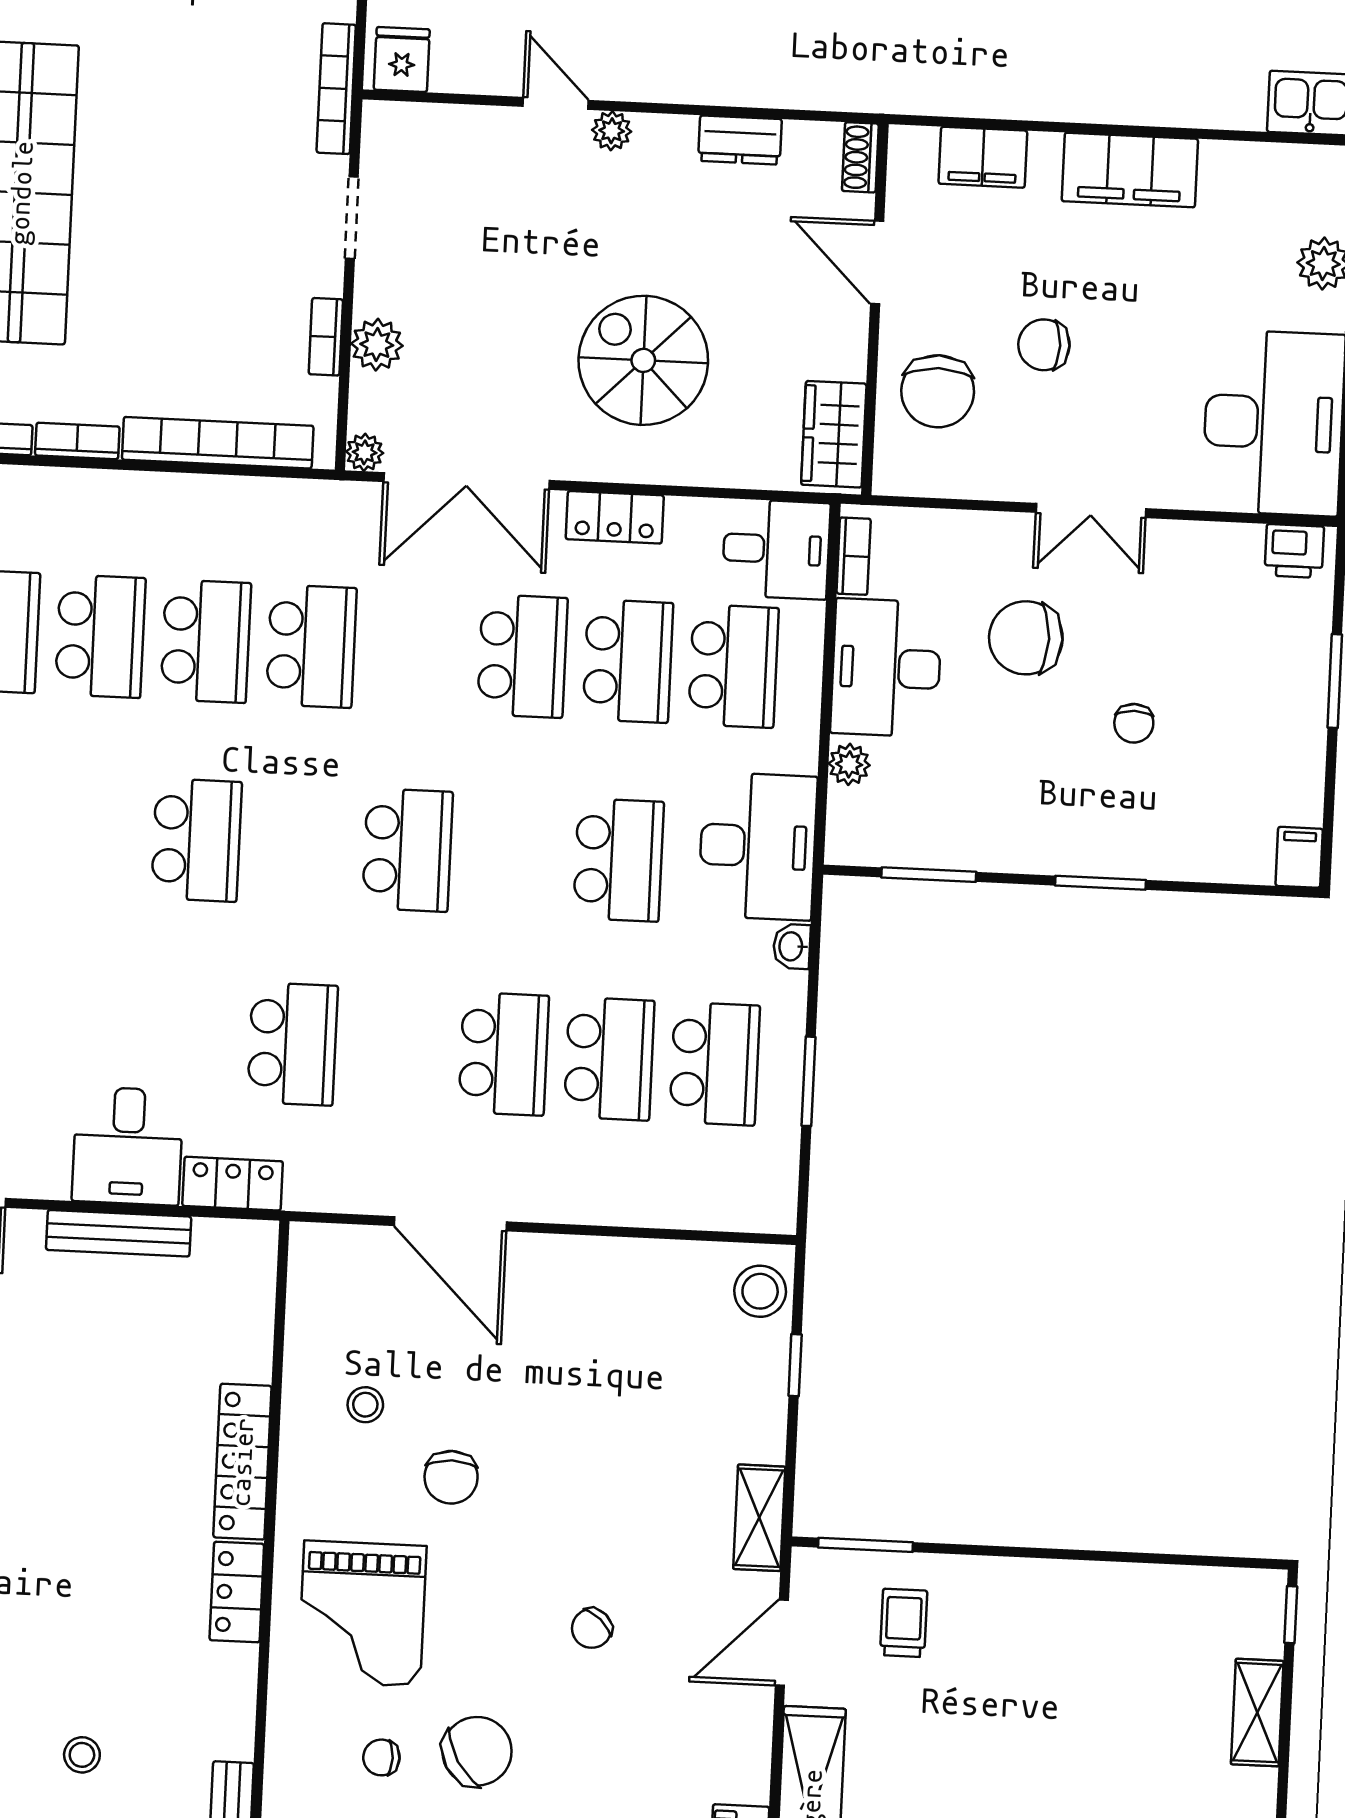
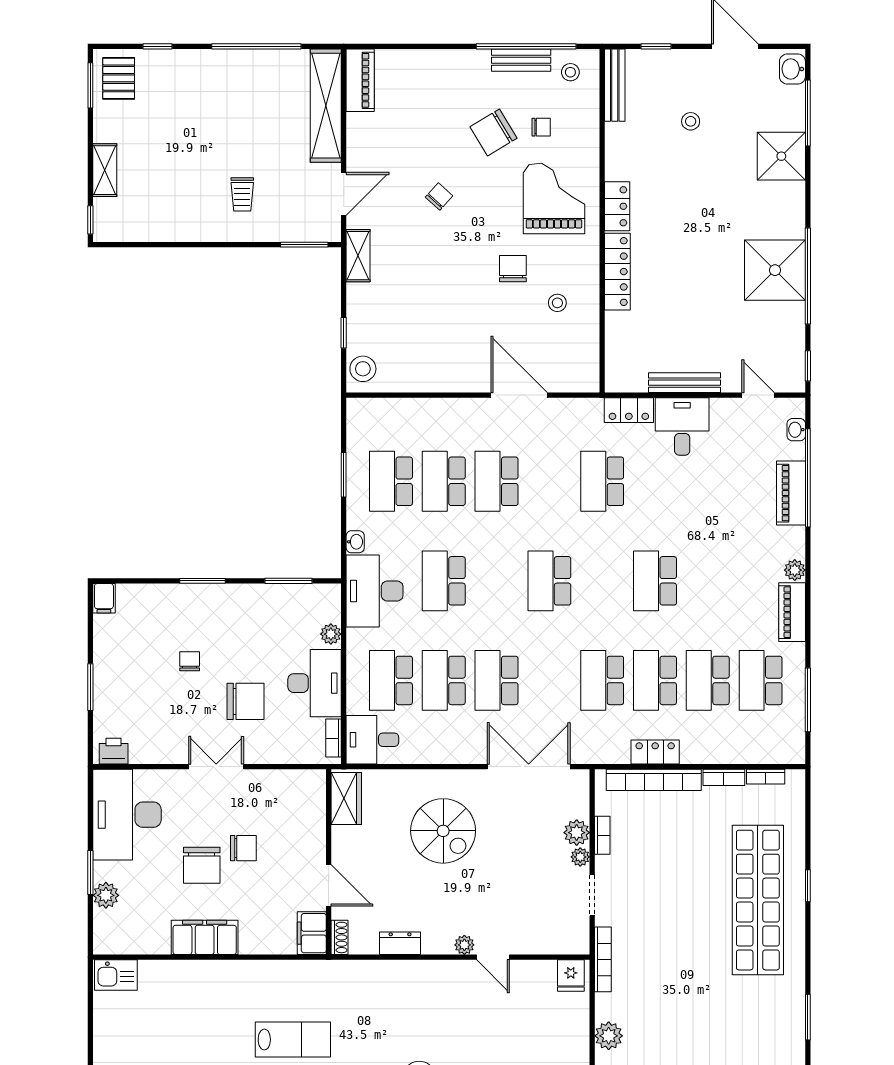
filing cabinet: (983, 157) -> (312, 933), moved, turned -90
chair: (938, 391) -> (202, 865), moved, turned 180
plant: (365, 452) -> (580, 857), moved
locker: (615, 517) -> (655, 752), moved
trolley: (904, 1623) -> (242, 194), moved

